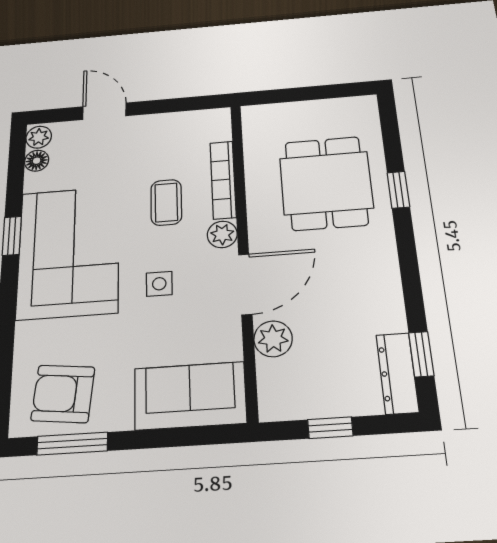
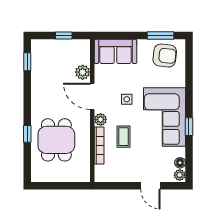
door: (245, 284) -> (92, 96), hinge flipped
dresser: (397, 373) -> (37, 55), removed

